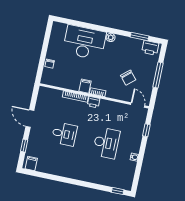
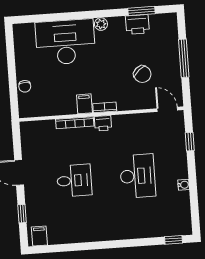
printer: (150, 48) -> (137, 24), moved

